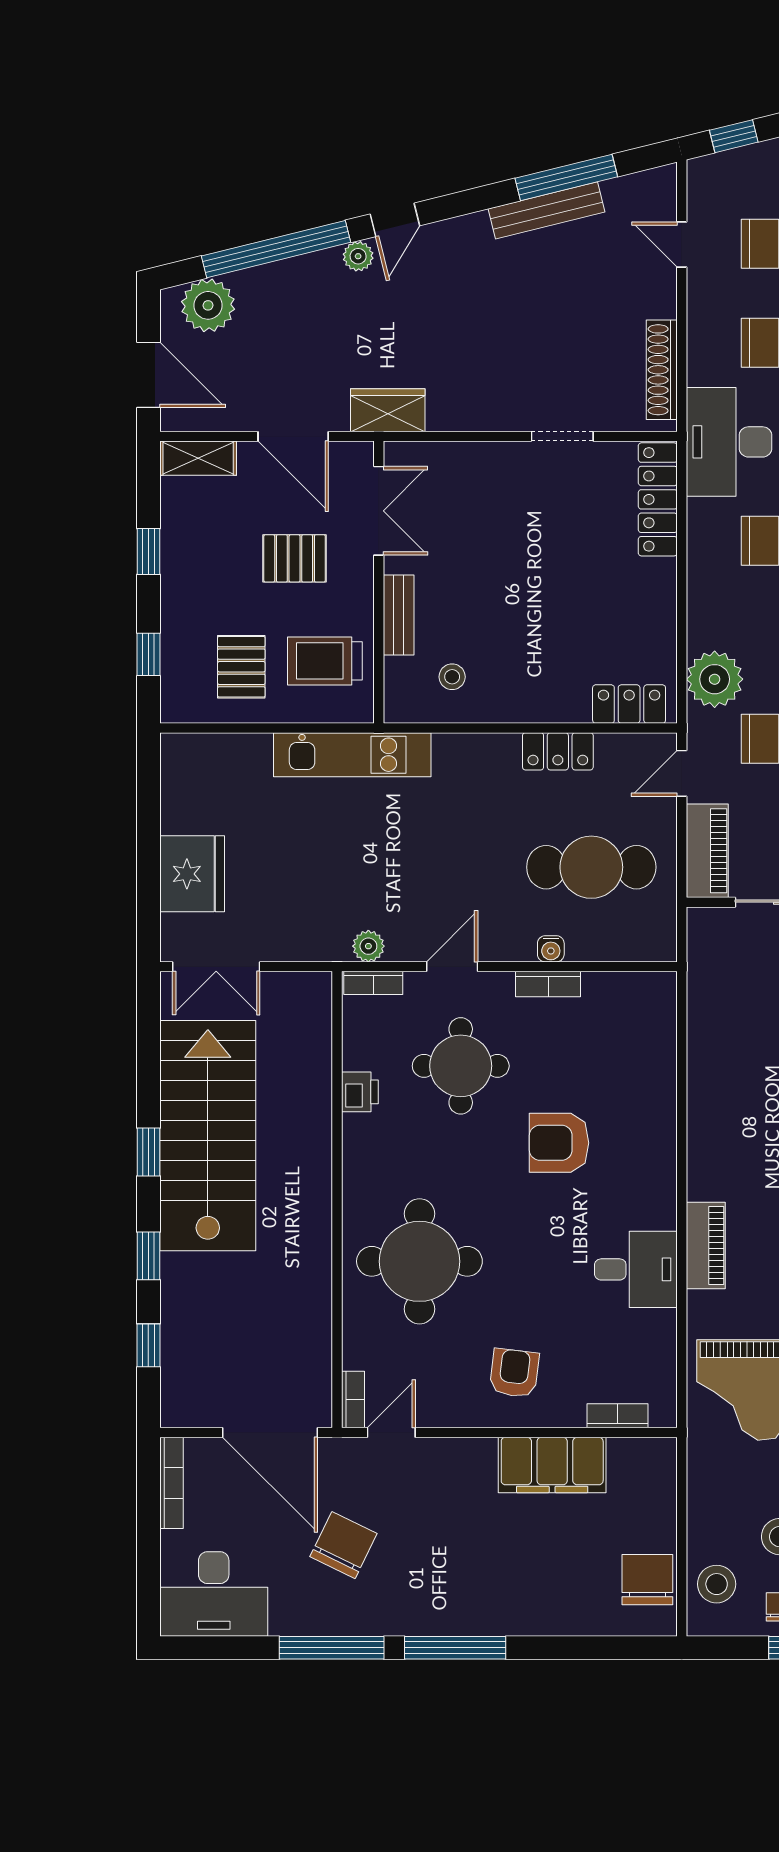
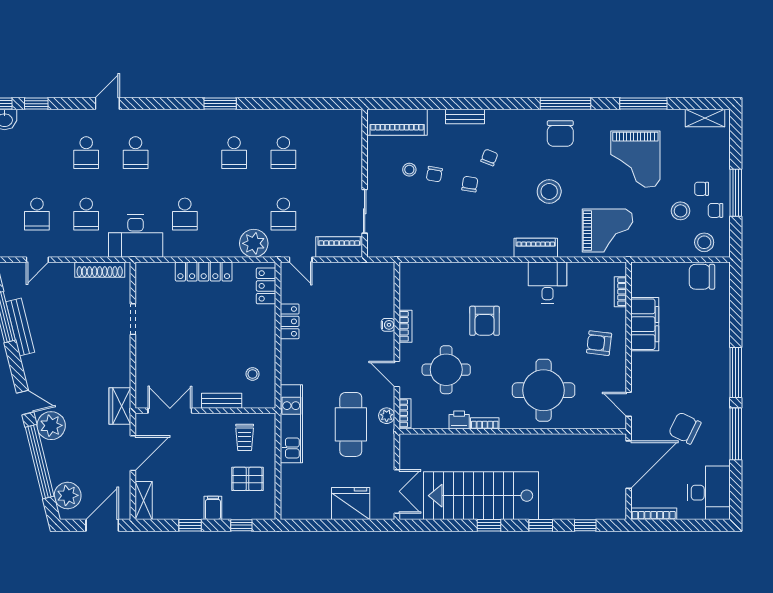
plant: (358, 256) -> (51, 426), width x1.88, depth x1.88
locker: (658, 499) -> (204, 272), moved
pallet: (295, 558) -> (194, 452), removed
filing cabinet: (183, 597) -> (213, 508), added
trolley: (325, 661) -> (245, 437), width x0.73, depth x0.72
cafe table: (591, 867) -> (351, 424), moved
bookcase: (353, 1400) -> (485, 423), moved

